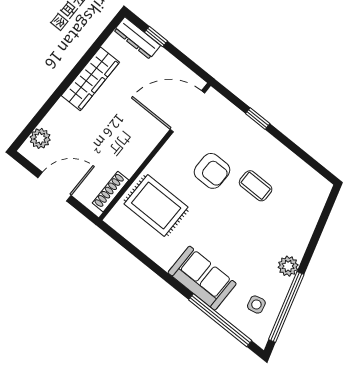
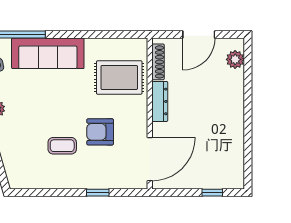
dresser: (137, 38) -> (160, 101), moved, turned 90
wardrobe: (90, 79) -> (234, 128), removed
sofa: (202, 278) -> (48, 53), width x1.36

